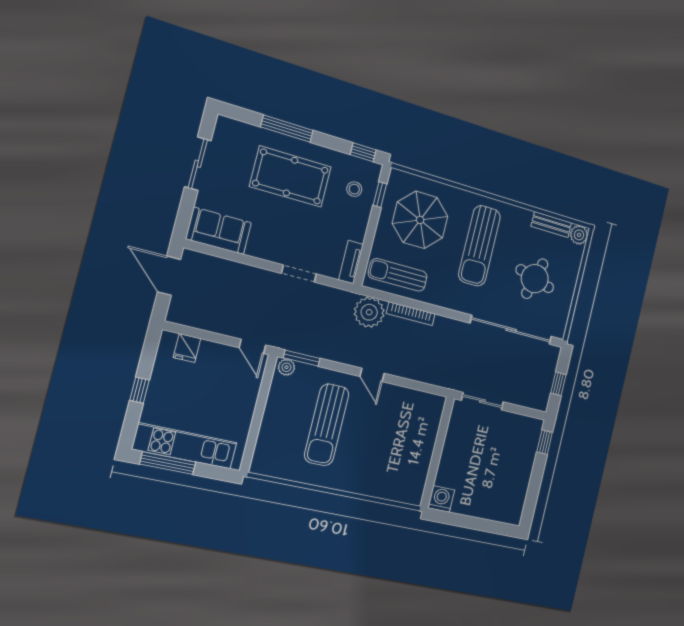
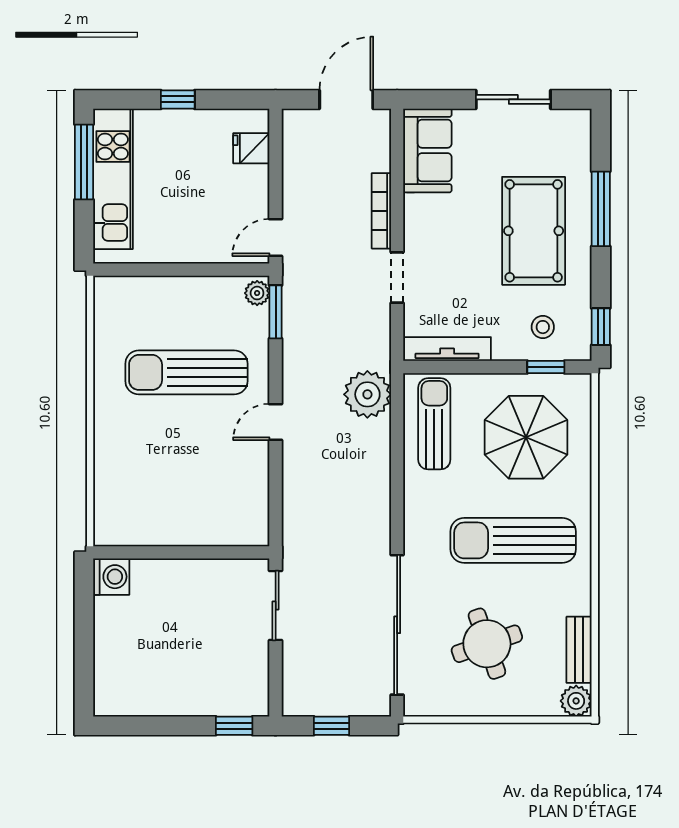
tv unit: (351, 262) -> (447, 349), width x1.41
round table: (535, 279) -> (487, 644), turned -35
bookcase: (411, 314) -> (381, 211), moved

